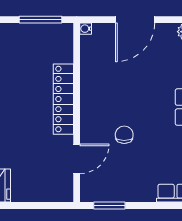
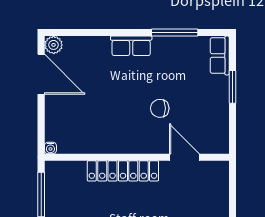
door: (135, 20) -> (41, 74), moved
window: (109, 205) -> (232, 87), moved

